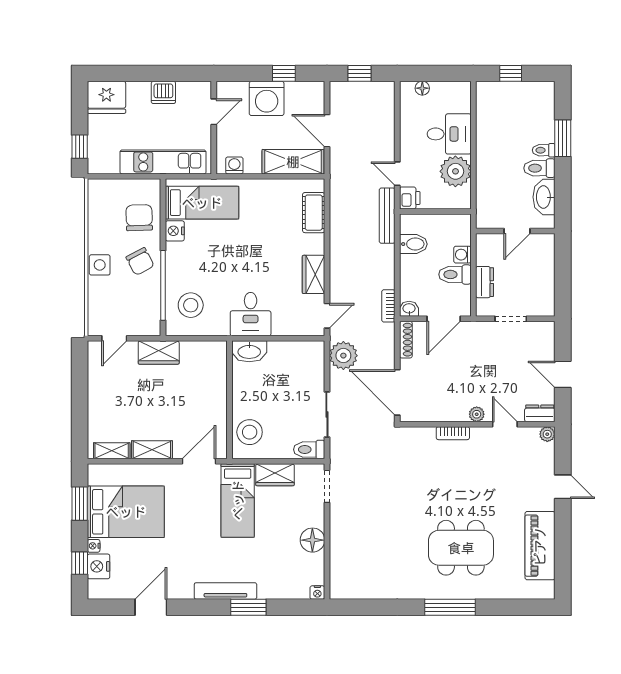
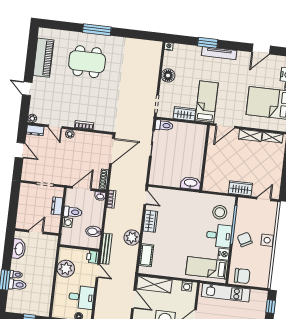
desk: (449, 134) -> (81, 297), moved, turned 180
toilet: (539, 168) -> (17, 285), moved
chair: (139, 218) -> (242, 276), moved, turned -88
desk: (251, 314) -> (219, 236), moved, turned 90
door: (327, 316) -> (146, 198), swing flipped
plant: (343, 356) -> (132, 238), moved
door: (397, 392) -> (112, 151), hinge flipped
stool: (250, 432) -> (196, 139), removed

